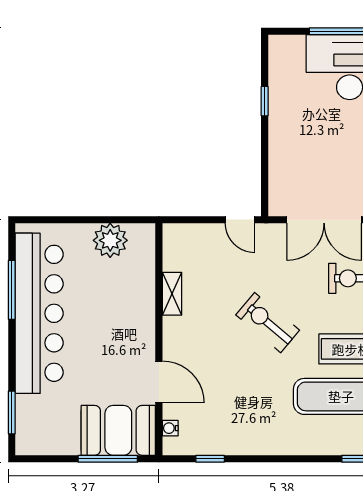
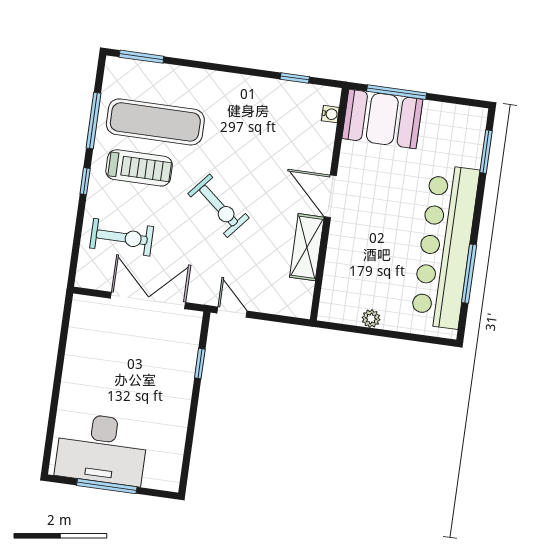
window: (265, 101) -> (200, 364), moved
plant: (110, 240) -> (371, 319), width x0.53, depth x0.53
shelving: (172, 294) -> (307, 247), width x1.50, depth x1.33
door: (159, 382) -> (330, 196), moved

